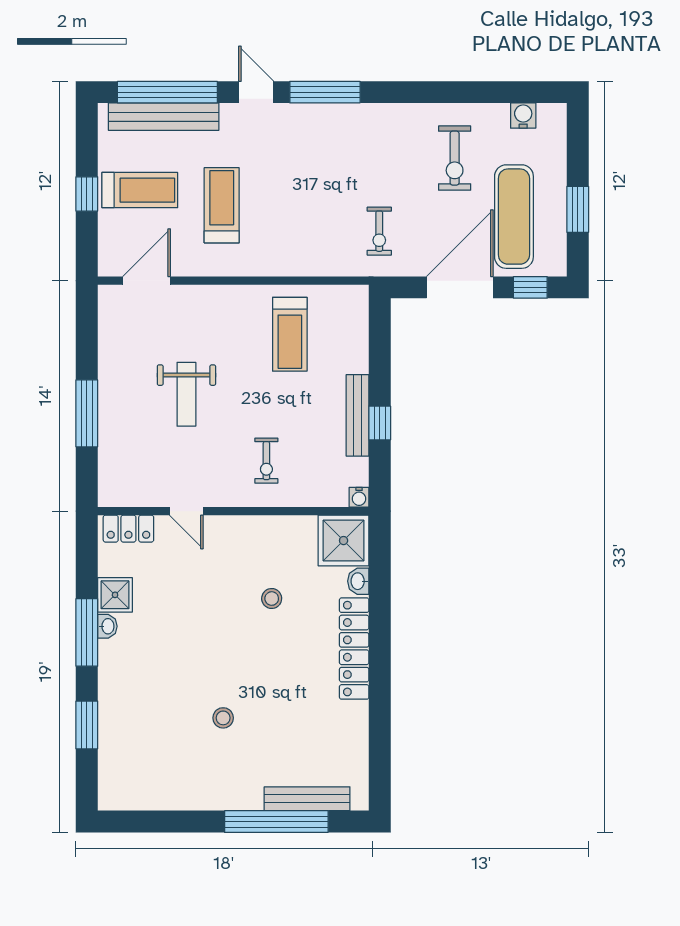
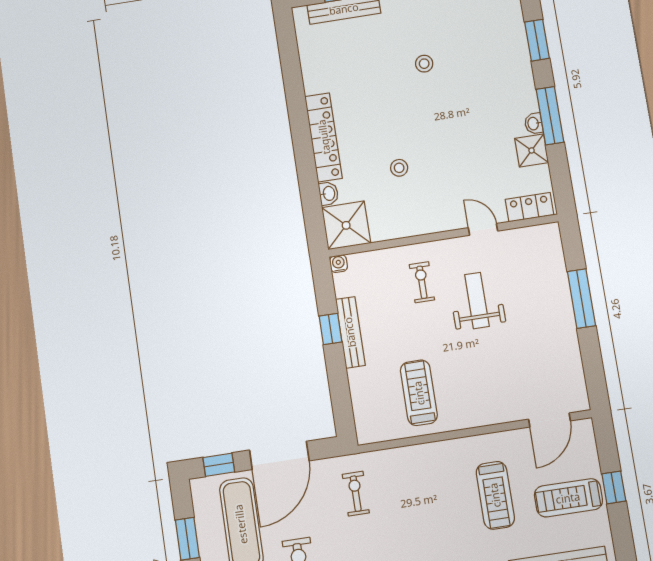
weight bench: (186, 394) -> (477, 300), moved

